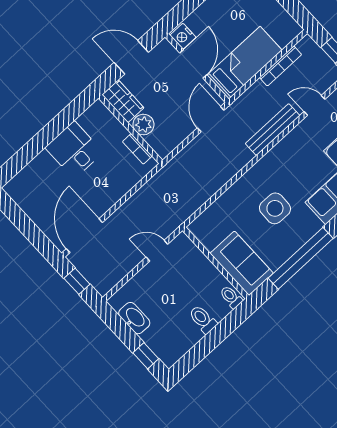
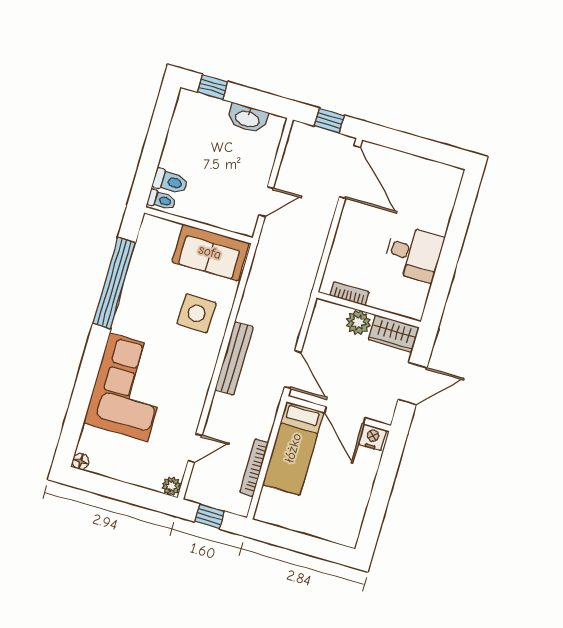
bench: (273, 130) -> (234, 358), moved
side table: (275, 208) -> (197, 313), moved
sofa: (242, 263) -> (210, 252), moved
toilet: (203, 319) -> (170, 182), moved

